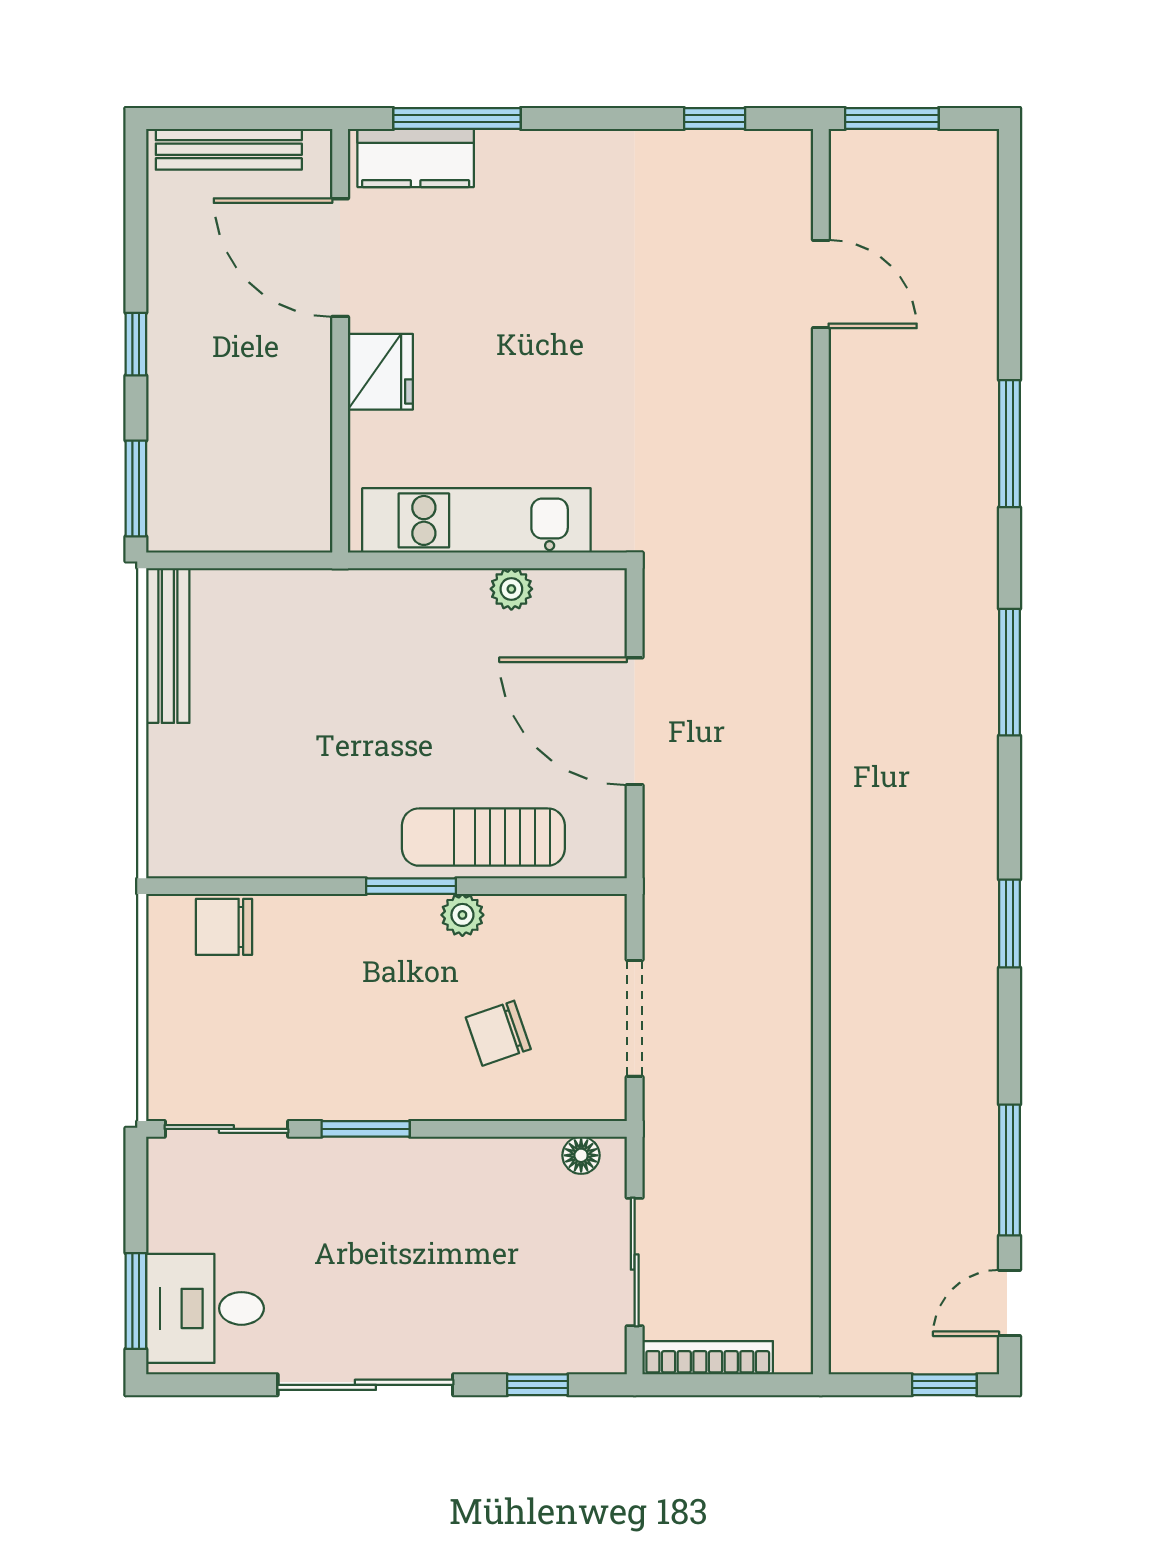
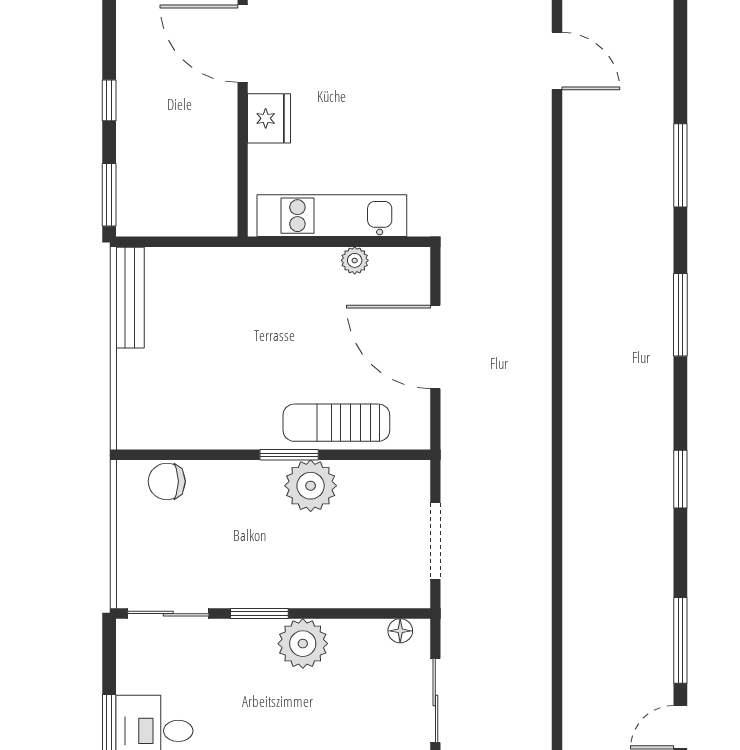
plant: (462, 915) -> (311, 486), width x1.88, depth x1.88
chair: (498, 1033) -> (346, 551), removed
plant: (432, 1175) -> (303, 644), added

